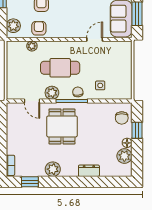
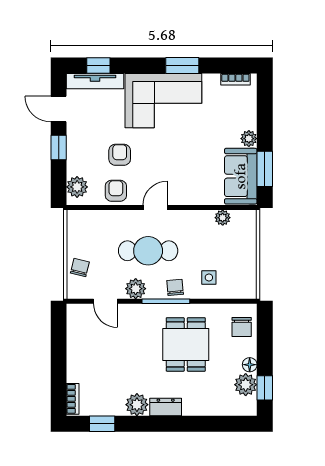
door: (95, 39) -> (155, 208), moved
plant: (32, 46) -> (223, 218), moved
chair: (15, 79) -> (80, 268), added
dining table: (62, 126) -> (186, 344), moved
window: (137, 130) -> (265, 388), moved
dresser: (89, 171) -> (166, 407), moved

